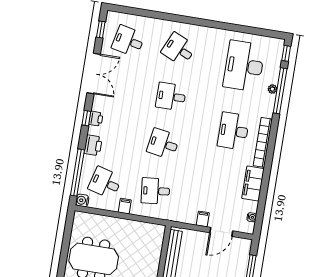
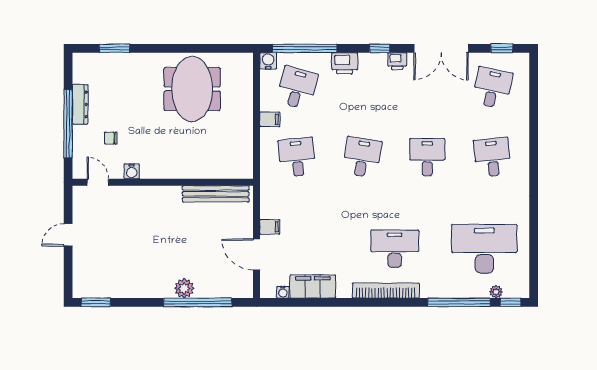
desk: (179, 49) -> (492, 157), turned -30
plant: (272, 89) -> (496, 292), moved
printer: (96, 119) -> (397, 61), moved
filing cabinet: (253, 184) -> (313, 286), moved

